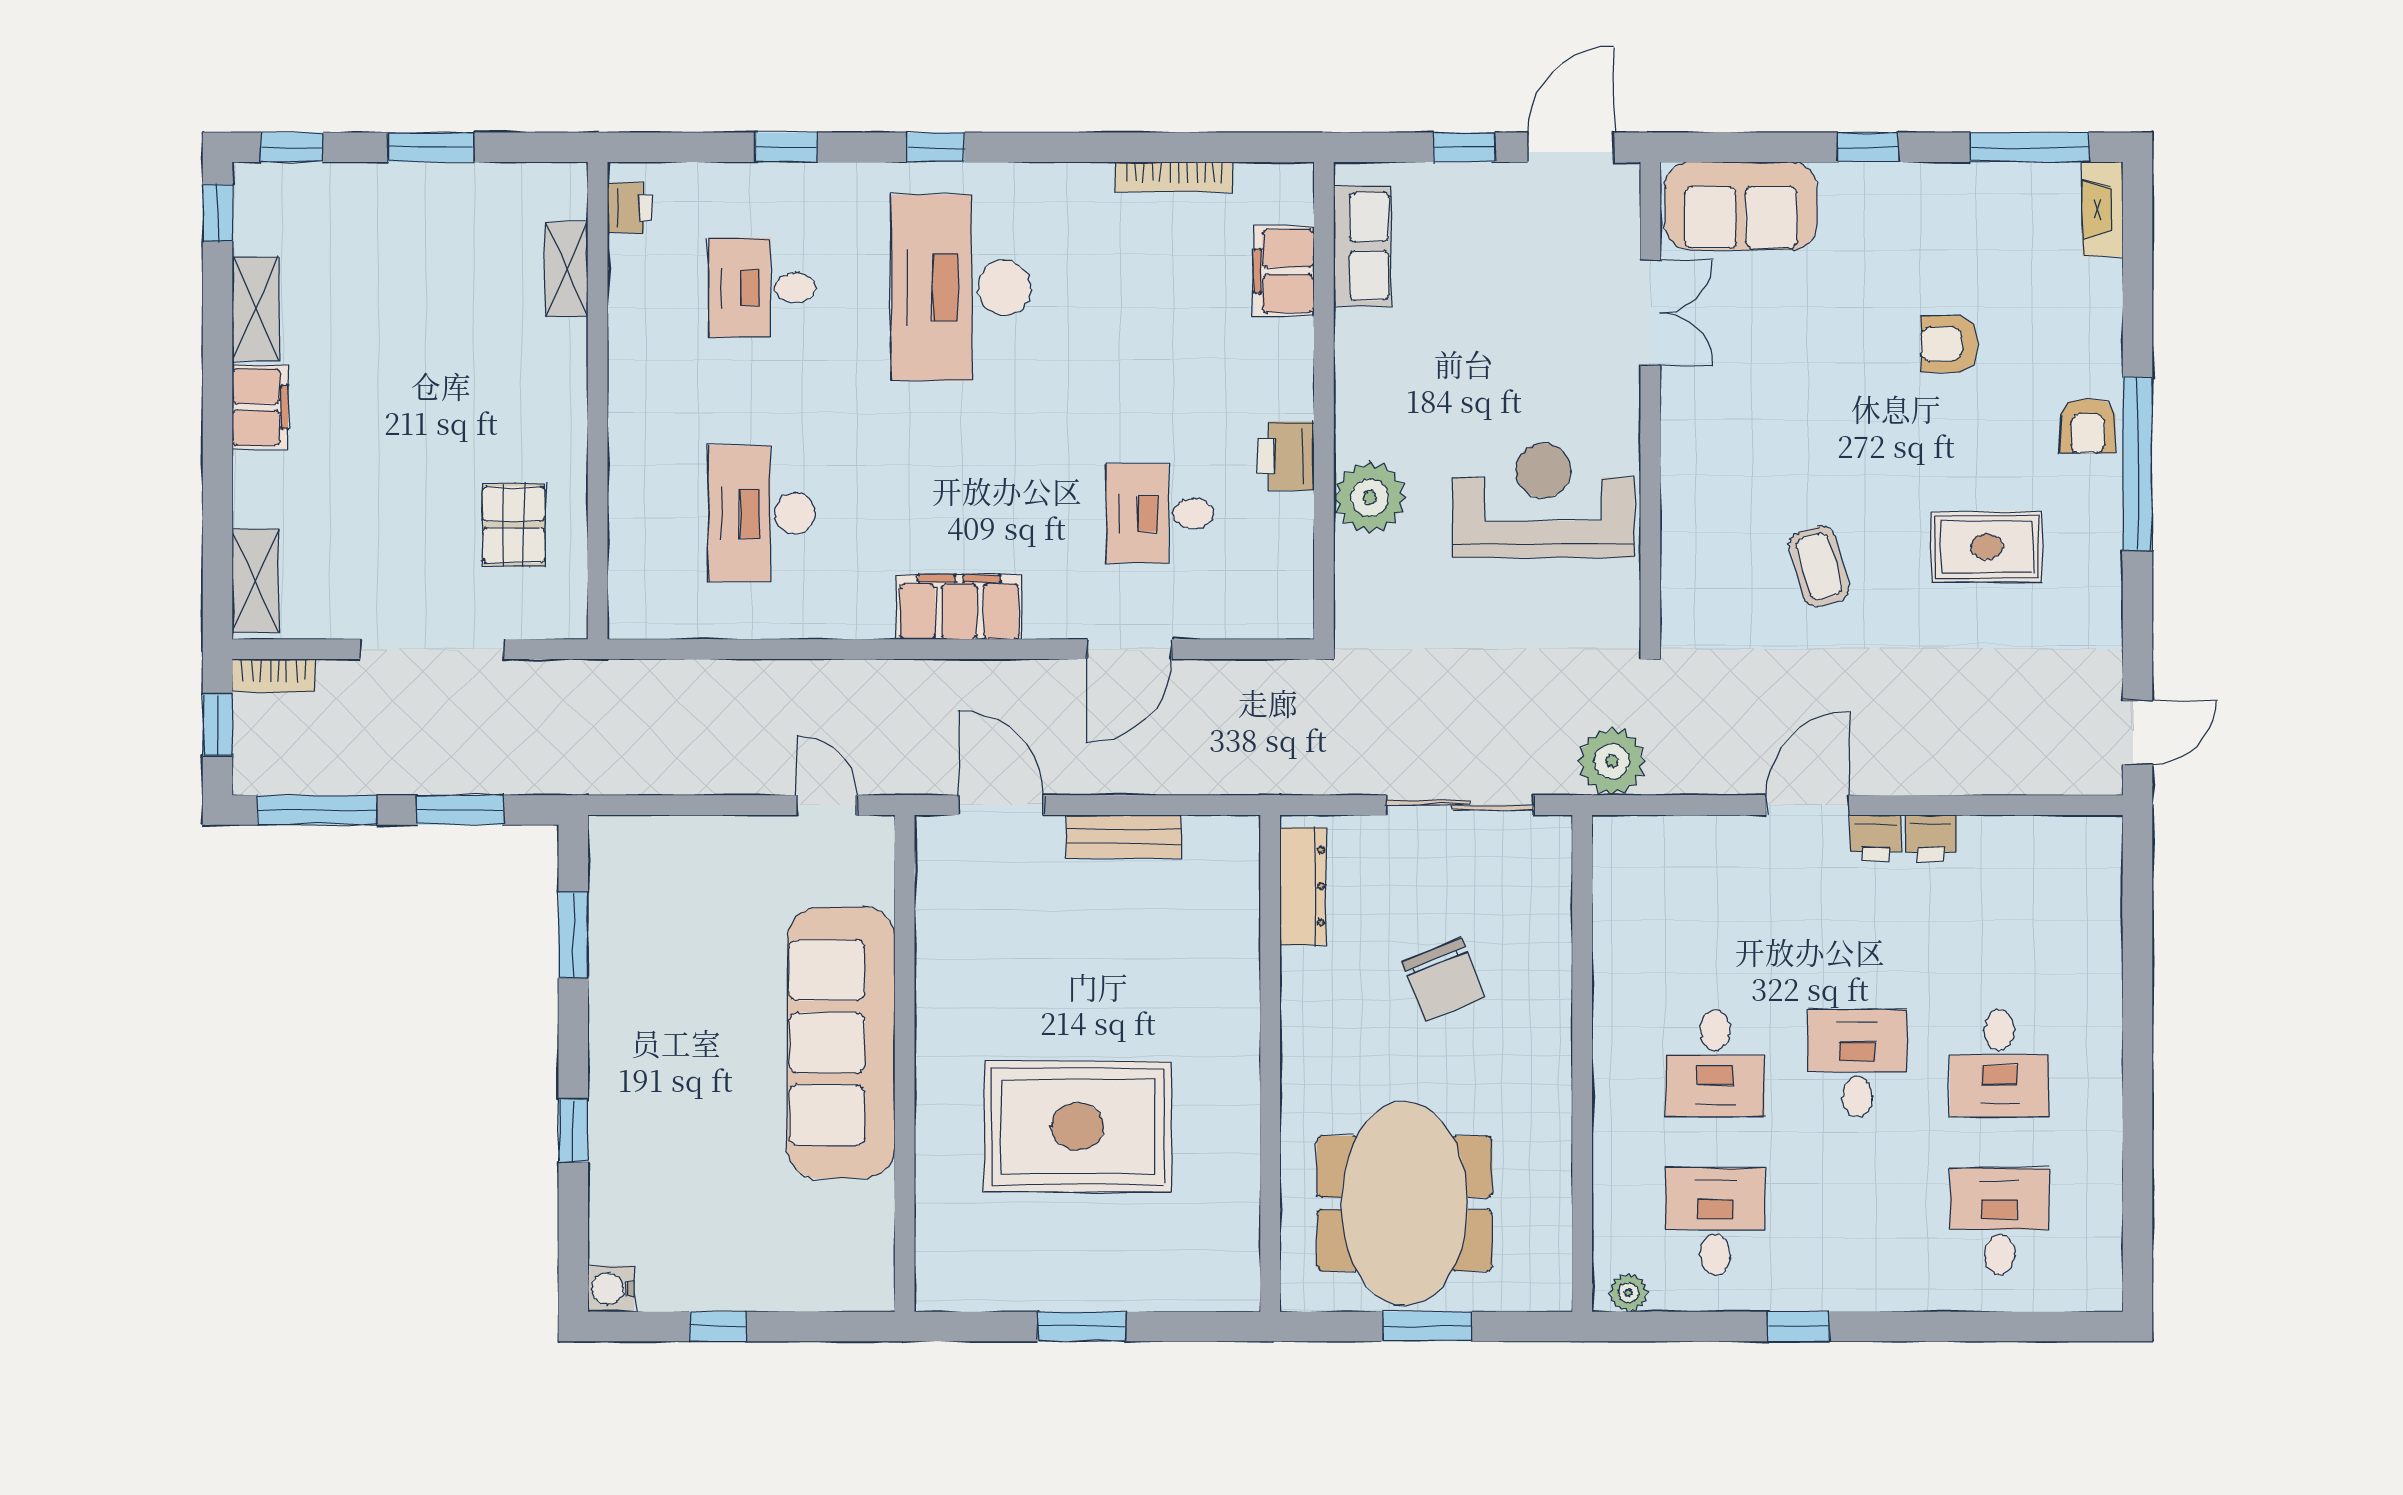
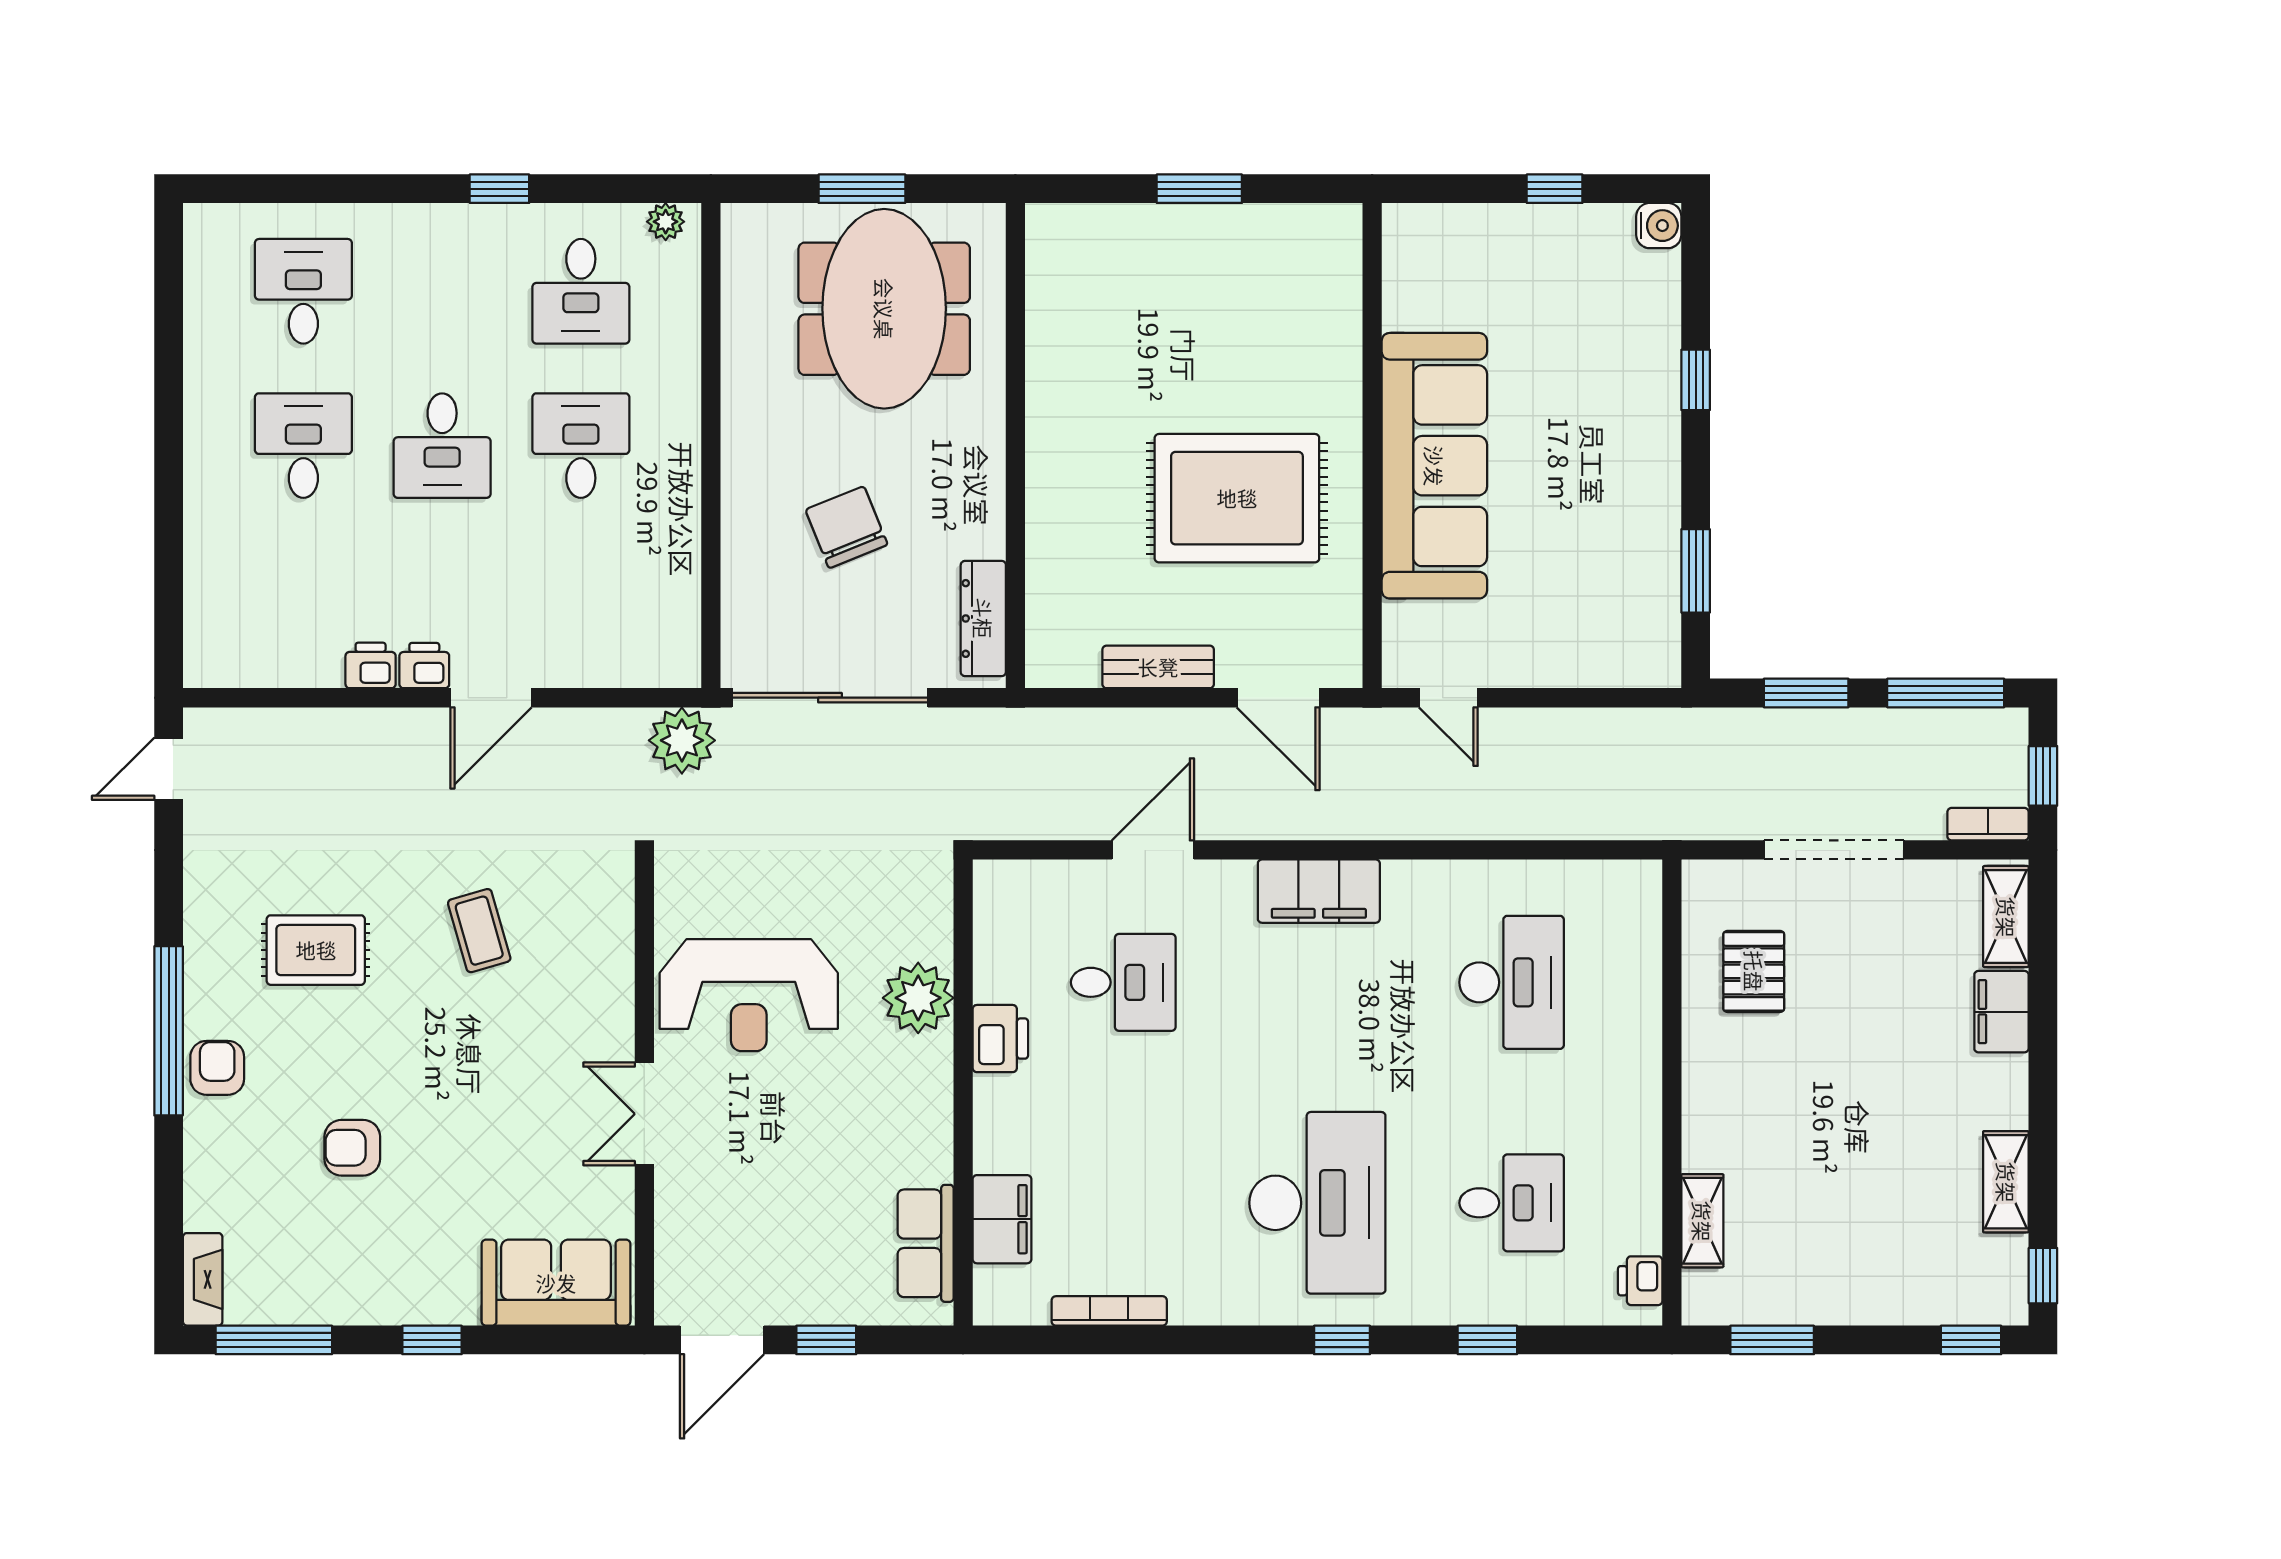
window: (431, 147) -> (1772, 1340), moved
double door: (1650, 313) -> (644, 1114), moved
armchair: (1949, 344) -> (352, 1148), turned 180
filing cabinet: (260, 407) -> (2001, 1012), moved
sliding door: (1460, 805) -> (830, 698), width x1.36
rug: (1078, 1126) -> (1237, 498), moved
desk: (2000, 1221) -> (303, 291), turned 180

